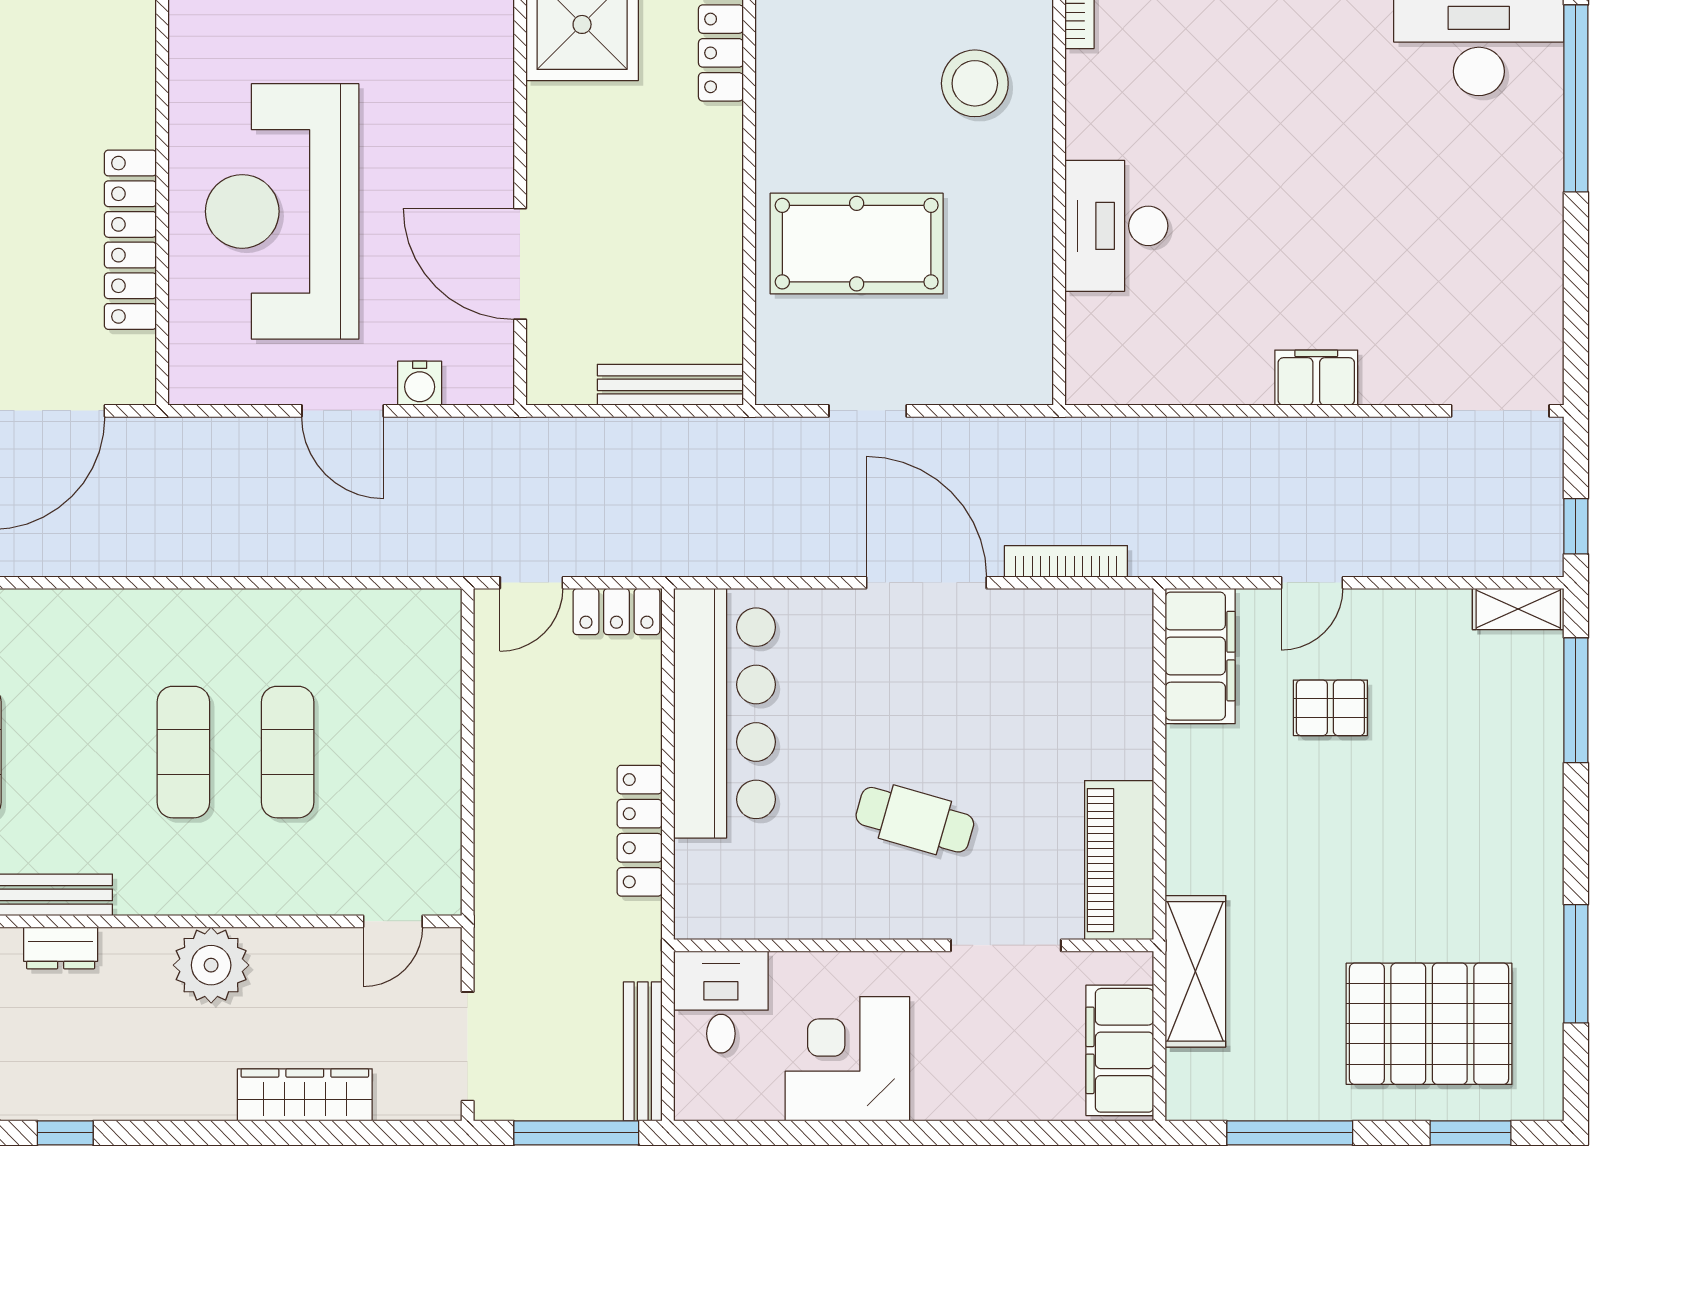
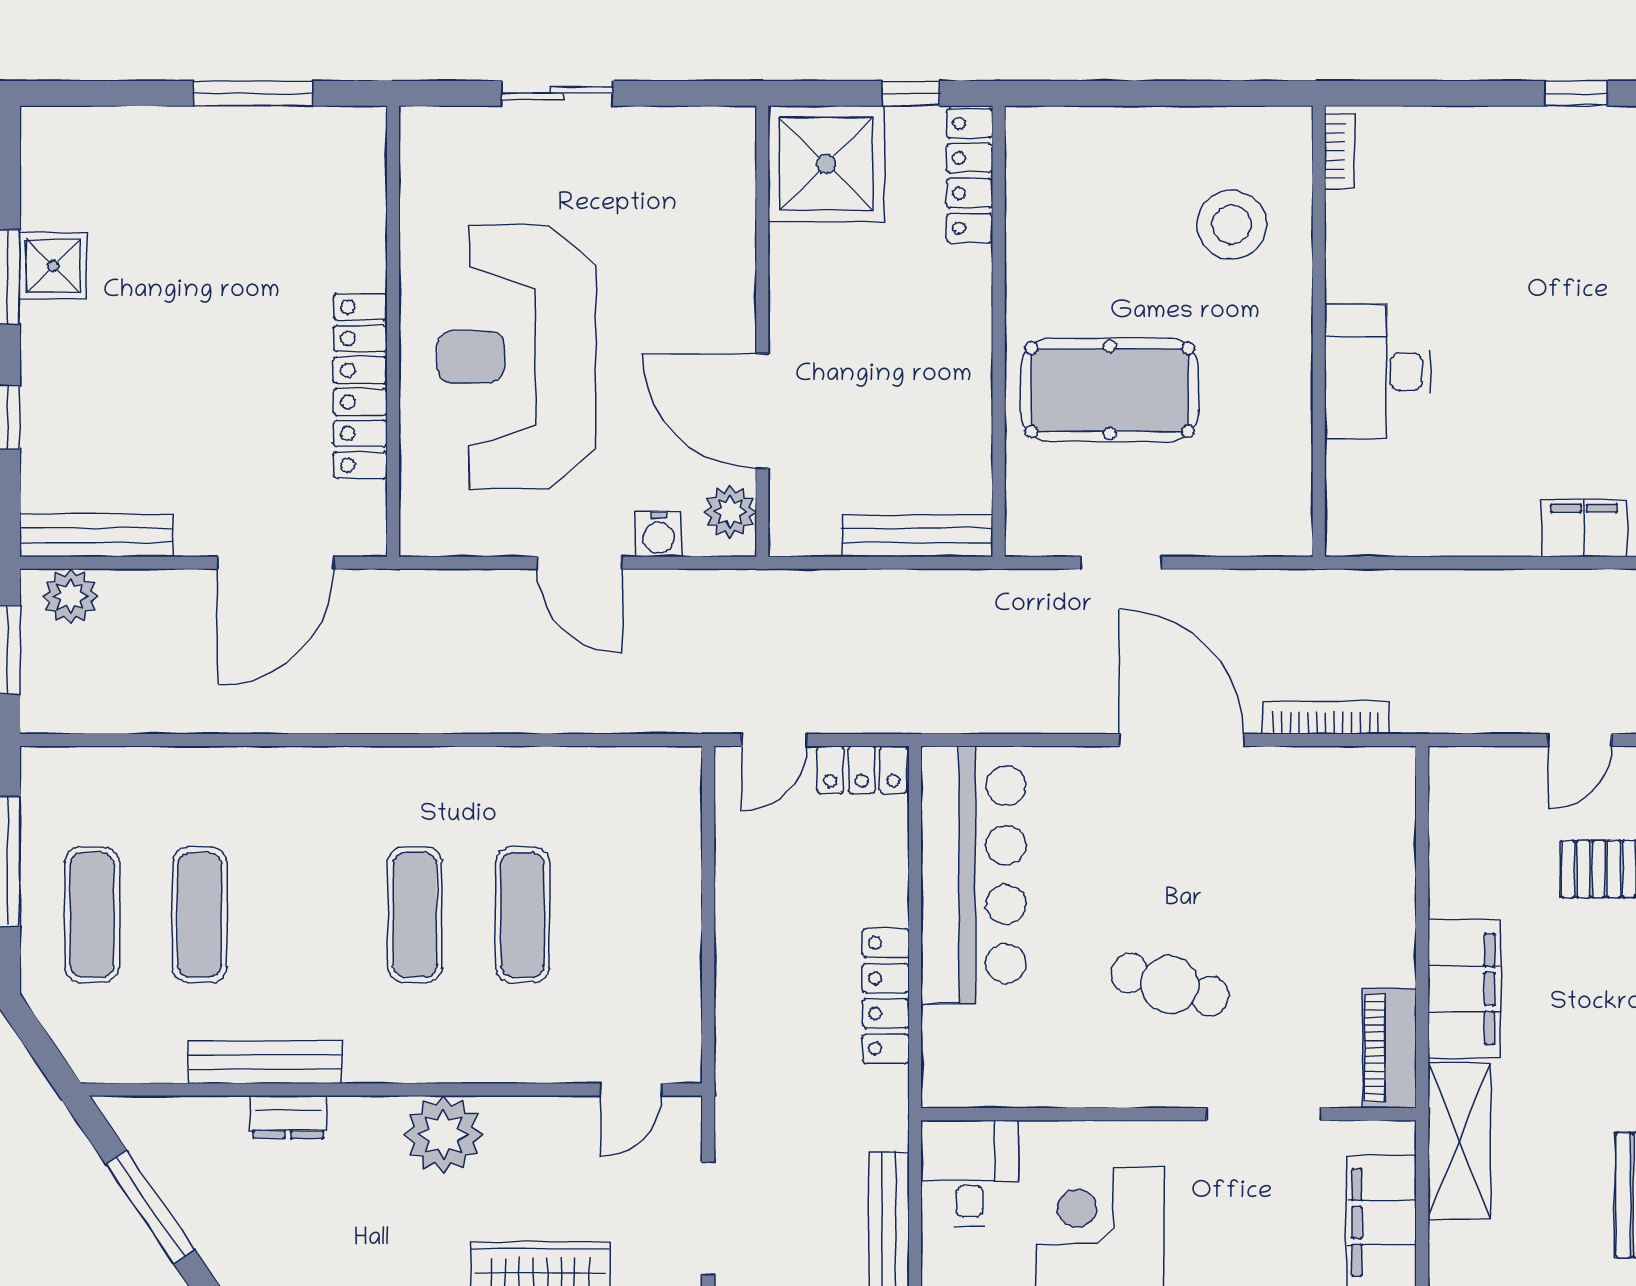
plant: (489, 361) -> (730, 512), added
filing cabinet: (1200, 656) -> (1464, 989), moved
piano: (1119, 860) -> (1389, 1048), width x0.73, depth x0.75

